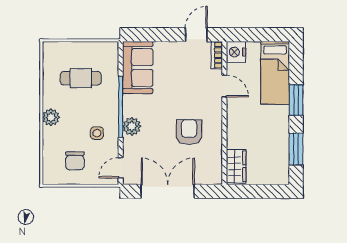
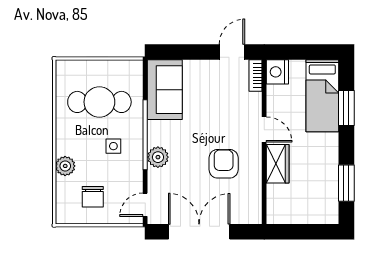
cafe table: (81, 78) -> (99, 102), width x1.37, depth x1.35
door: (224, 86) -> (264, 129), moved
window: (296, 100) -> (346, 108), moved
plant: (51, 117) -> (65, 166), moved
side table: (97, 133) -> (113, 146), moved
wardrobe: (236, 166) -> (278, 164), moved

